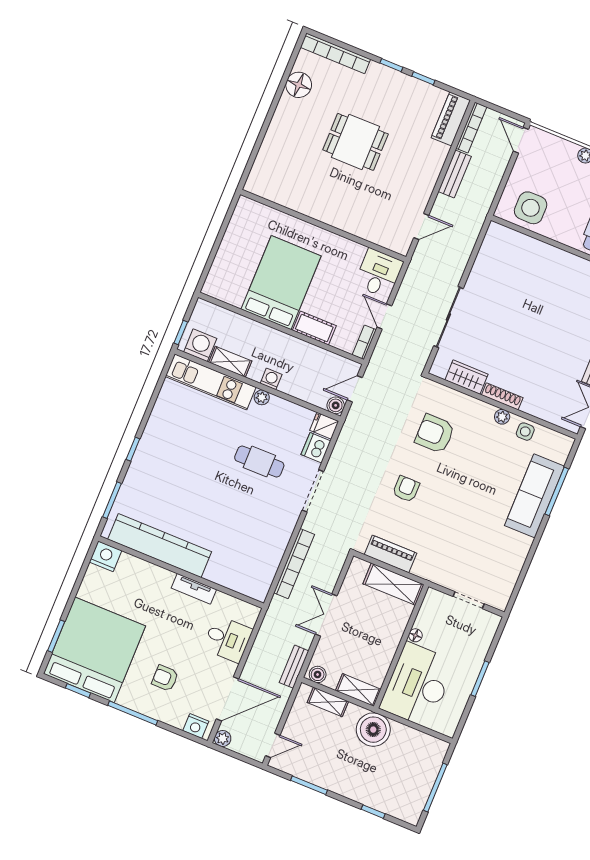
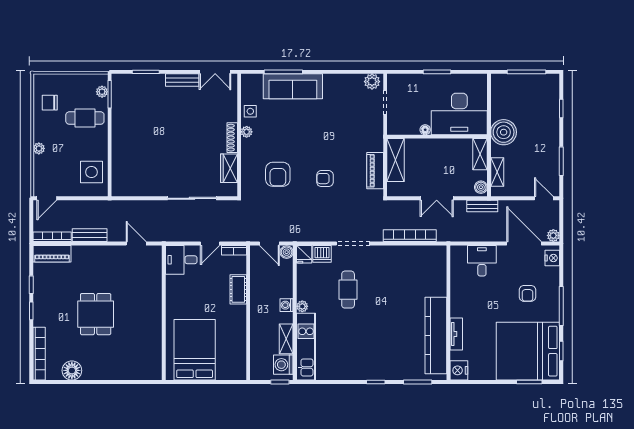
bed: (281, 283) -> (195, 350), moved, turned 90
tv unit: (194, 589) -> (456, 334), moved
plant: (501, 595) -> (372, 82), added

